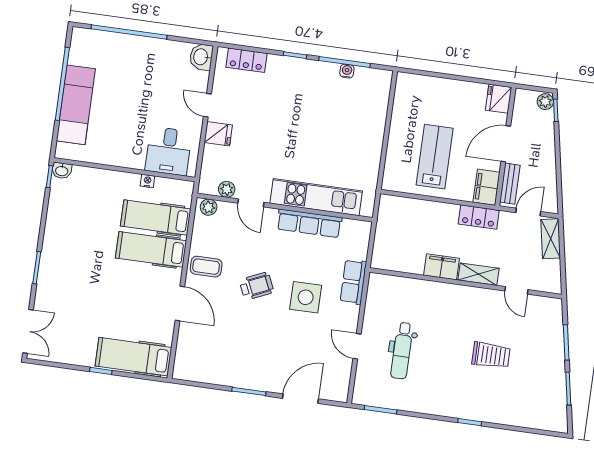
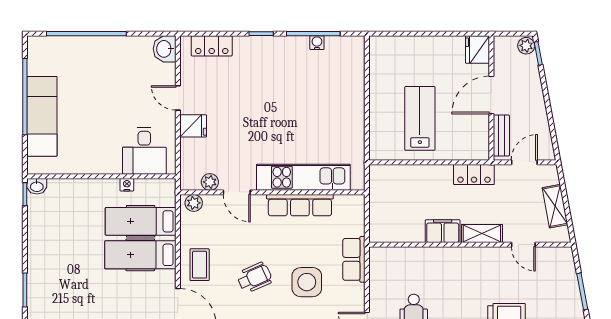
filing cabinet: (486, 187) -> (478, 143), removed
shelving: (551, 239) -> (555, 206), moved
coffee table: (206, 267) -> (200, 265), turned 90

